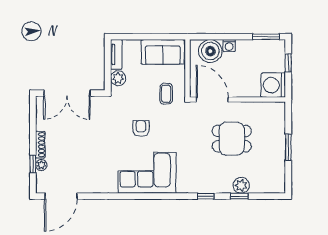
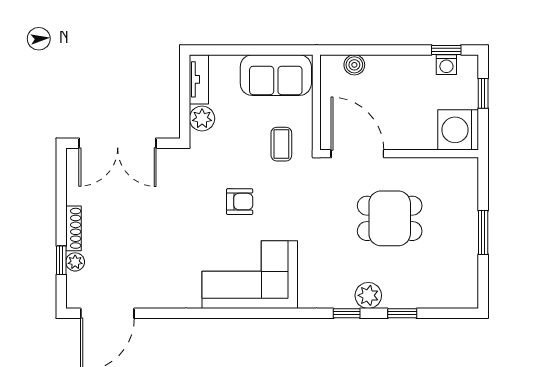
window: (266, 37) -> (446, 50), width x0.67
washing machine: (229, 46) -> (446, 65), moved
boiler: (210, 51) -> (354, 65), width x0.54, depth x0.54
armchair: (141, 128) -> (240, 202), turned 90
plant: (241, 185) -> (368, 295), moved

